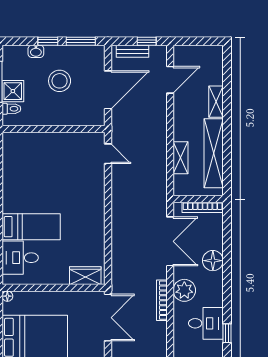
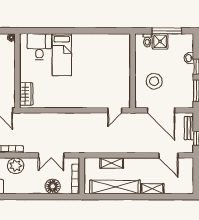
stool: (60, 81) -> (154, 81), moved
double door: (170, 241) -> (51, 155), width x0.73
floor lamp: (213, 261) -> (53, 186), moved

